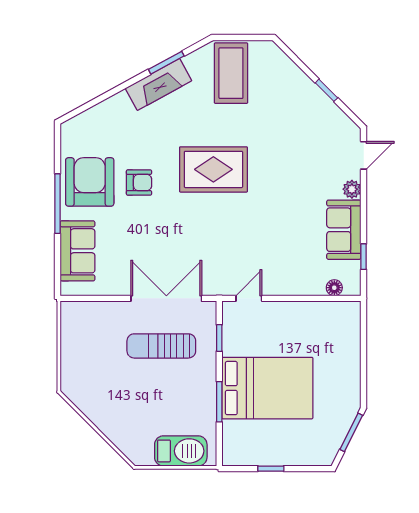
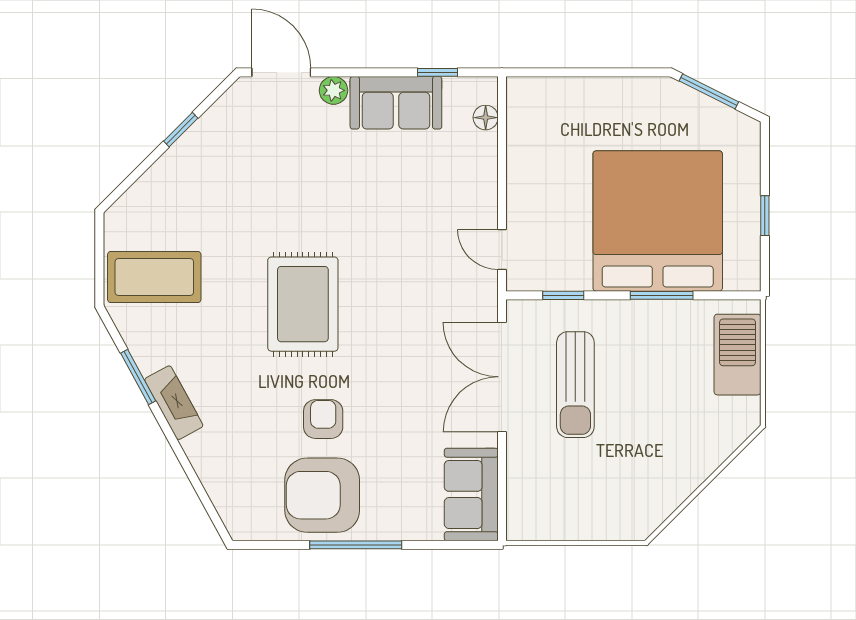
fireplace: (158, 84) -> (174, 403), width x0.73, depth x0.76
door: (364, 155) -> (281, 72), width x1.37
sofa: (77, 251) -> (471, 494), moved, turned -90
bed: (267, 388) -> (658, 221), width x1.36

